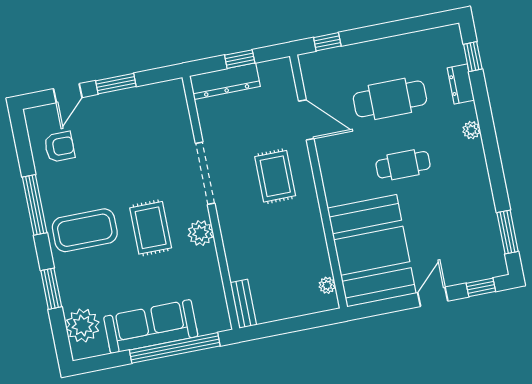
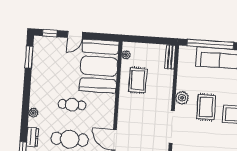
rug: (275, 176) -> (138, 80), moved

